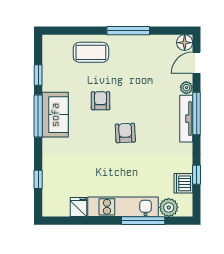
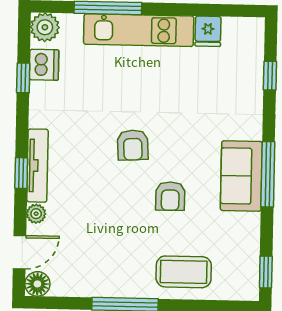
window: (38, 75) -> (266, 272), moved
window: (197, 114) -> (21, 173), width x0.46
plant: (169, 207) -> (45, 27), moved

